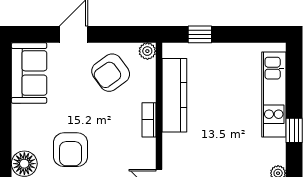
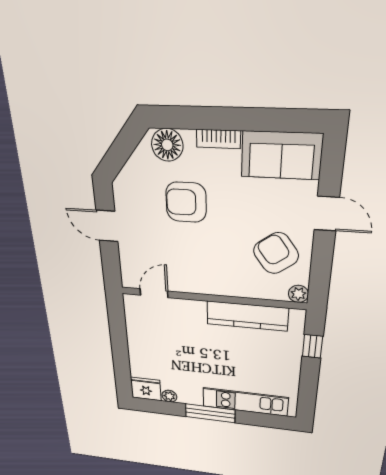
bookcase: (149, 120) -> (218, 139), moved, turned 180
window: (294, 130) -> (210, 413), width x2.17

